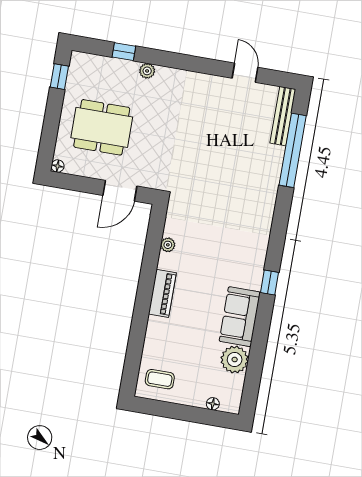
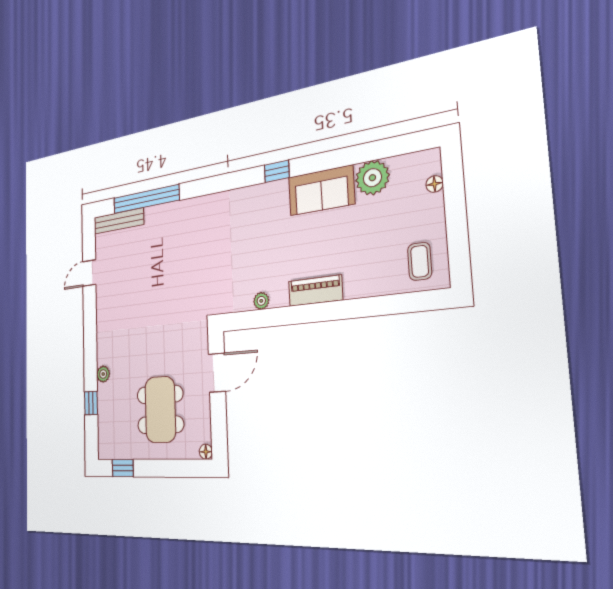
door: (120, 191) -> (217, 373), hinge flipped

